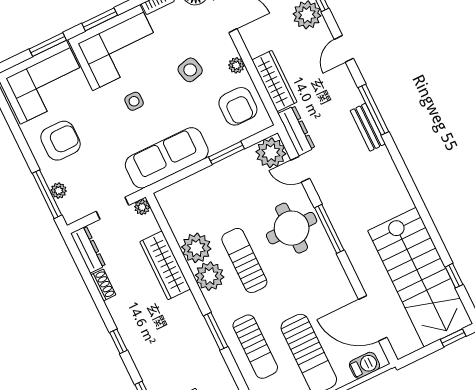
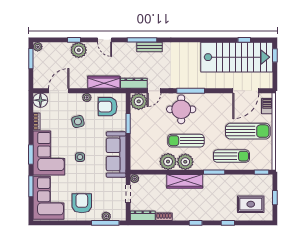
armchair: (238, 106) -> (108, 107), turned 180
wardrobe: (165, 265) -> (185, 181), moved

